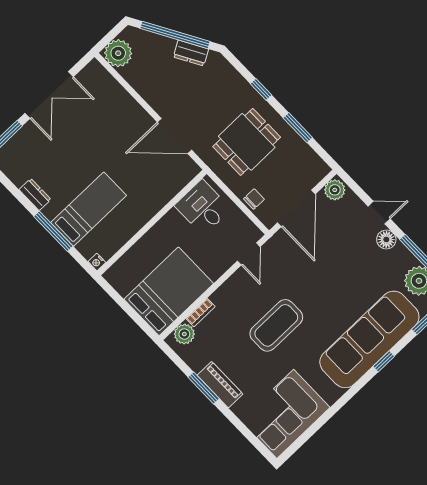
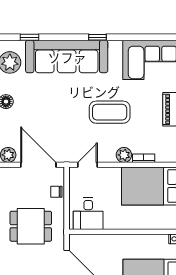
door: (296, 208) -> (38, 165), hinge flipped
plant: (184, 334) -> (124, 155), moved
window: (384, 361) -> (98, 37), moved

